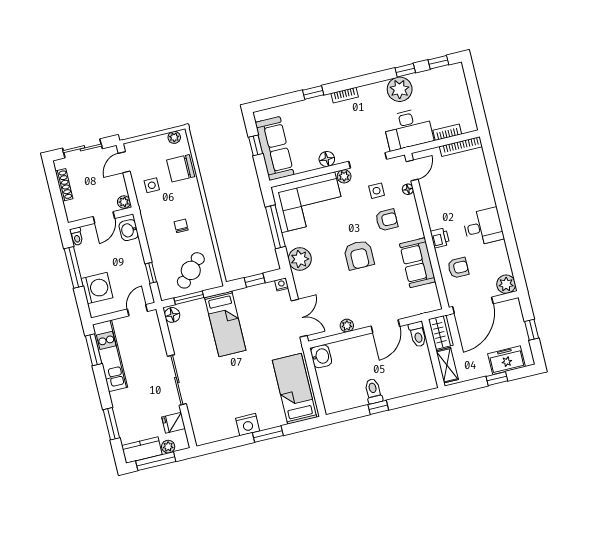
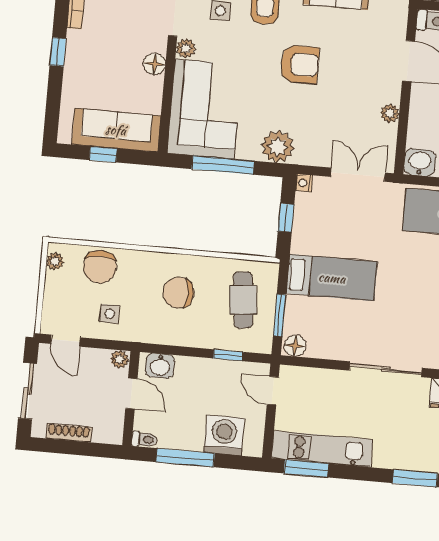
chair: (181, 226) -> (178, 293), width x1.87, depth x1.87
cafe table: (191, 270) -> (243, 300), turned 40

